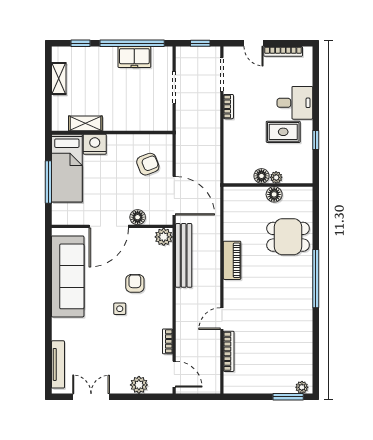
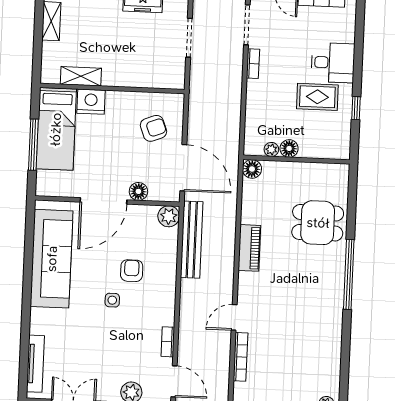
plant: (276, 177) -> (271, 149), moved
floor lamp: (274, 194) -> (252, 169), moved

